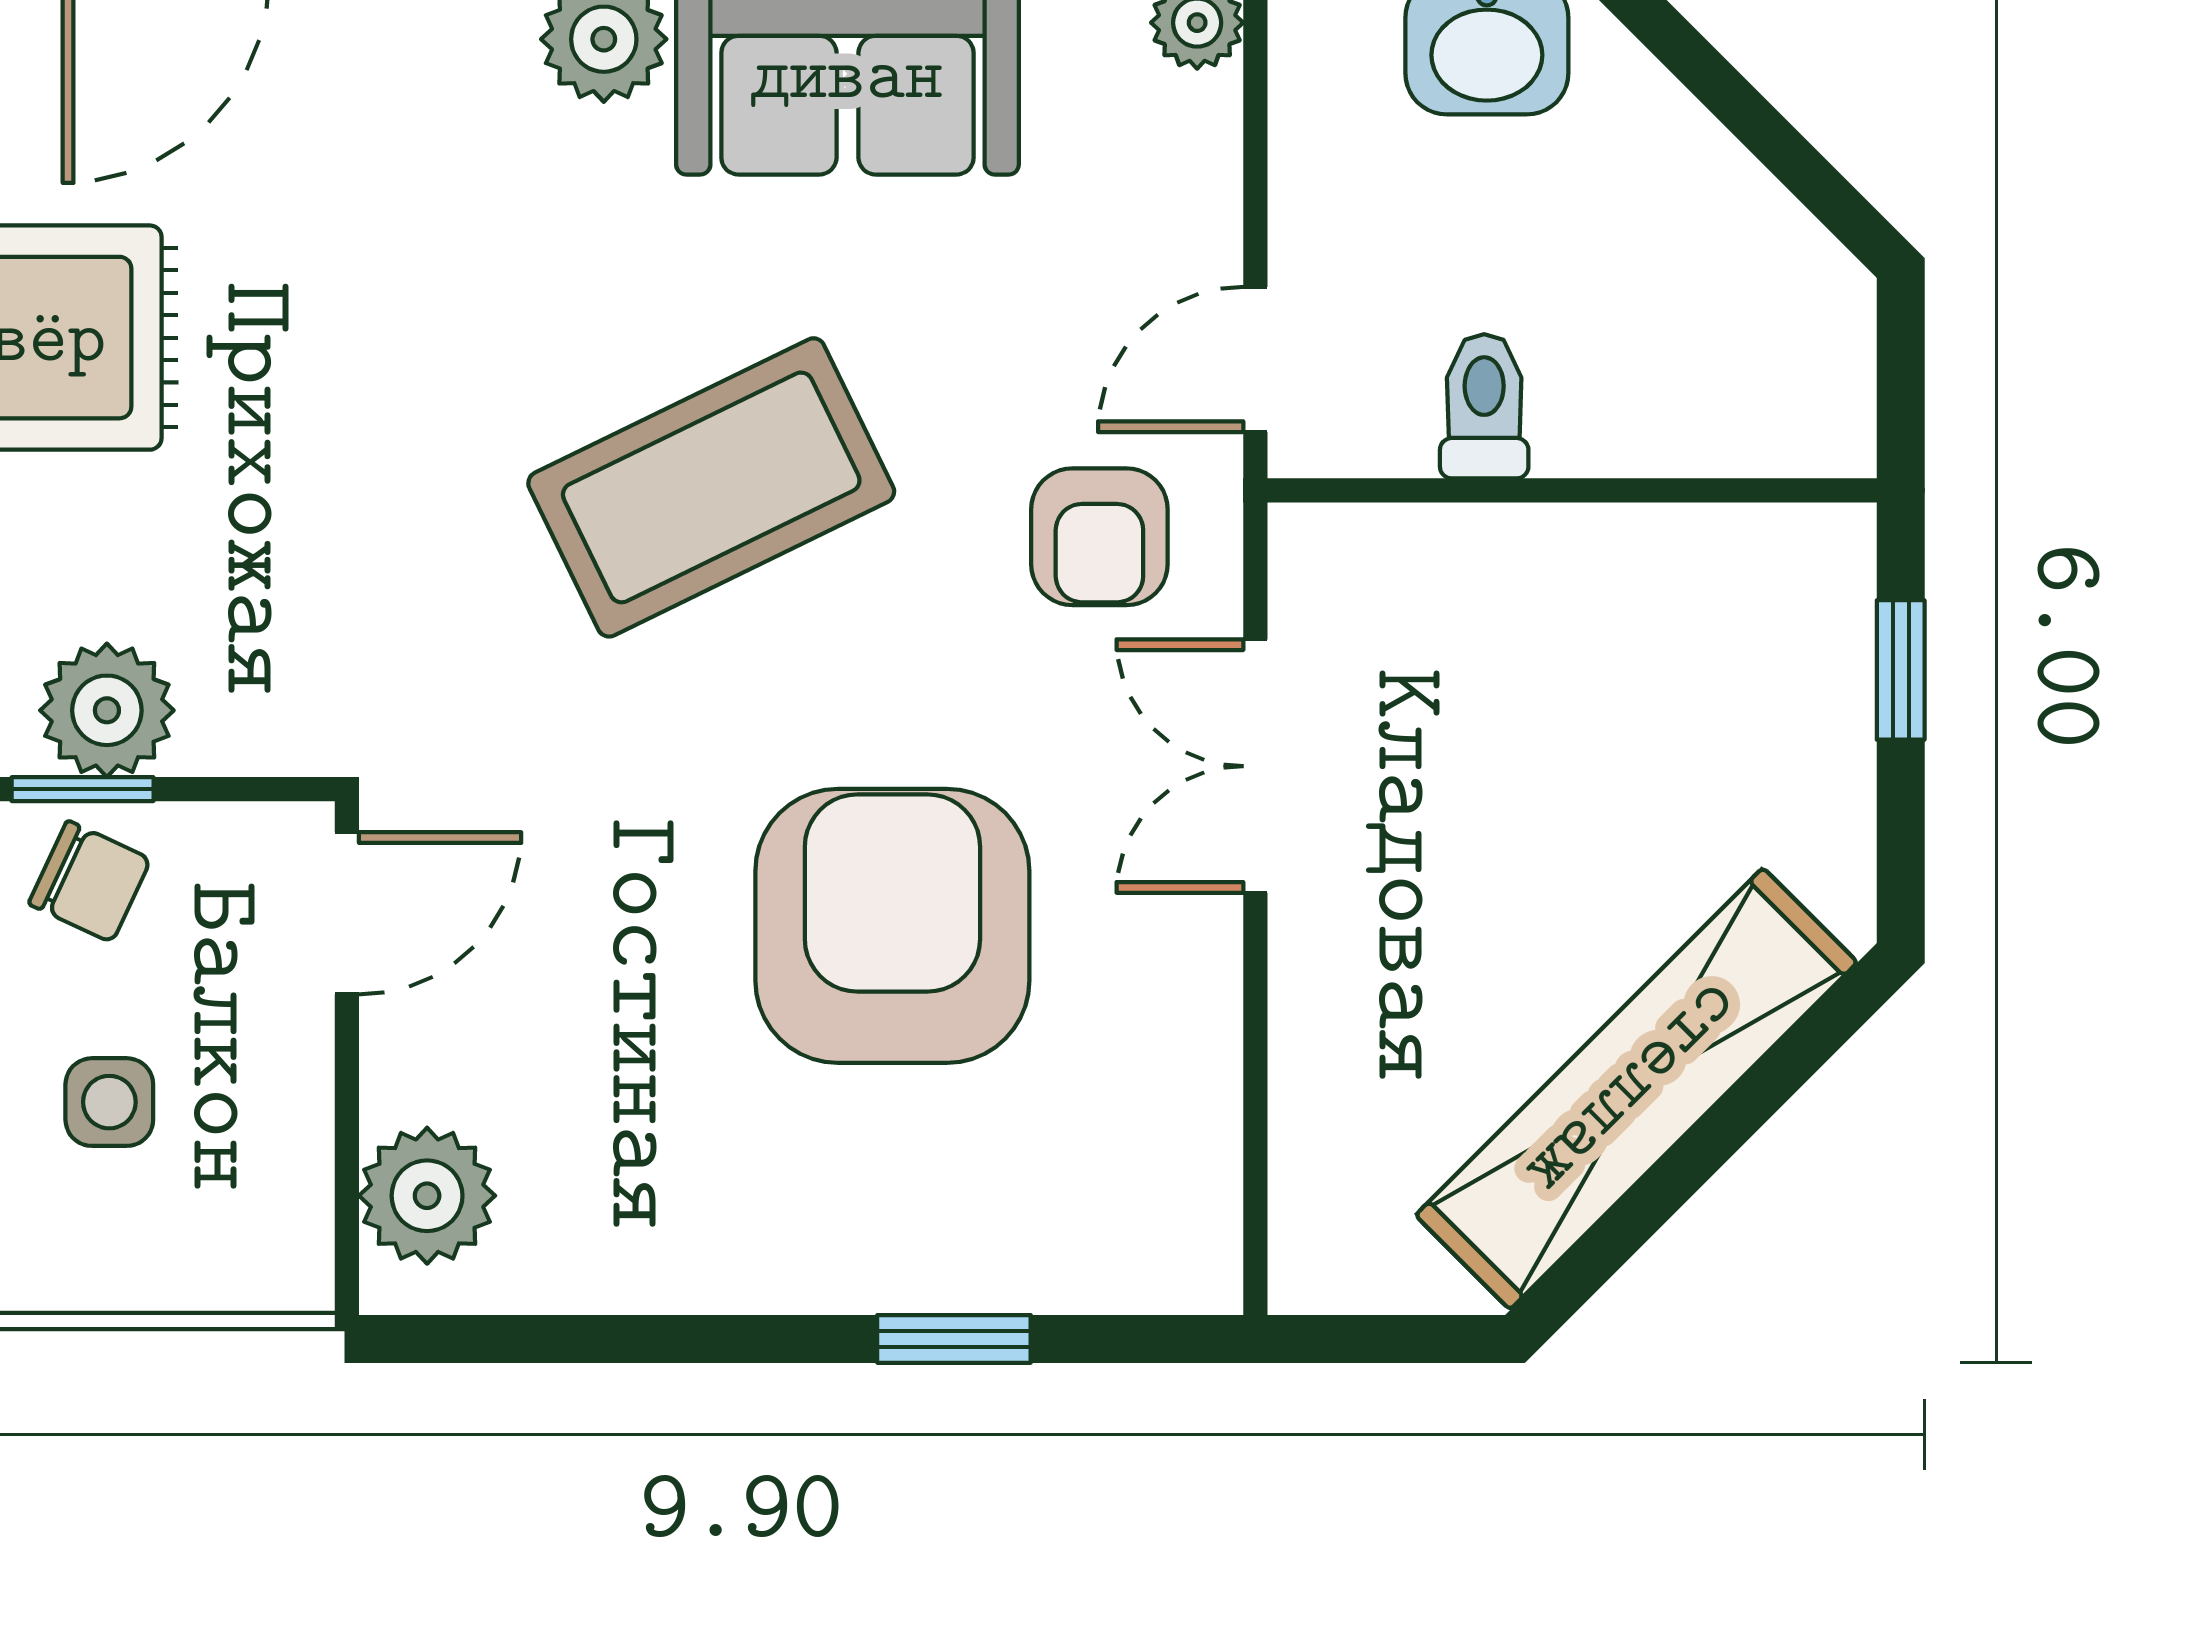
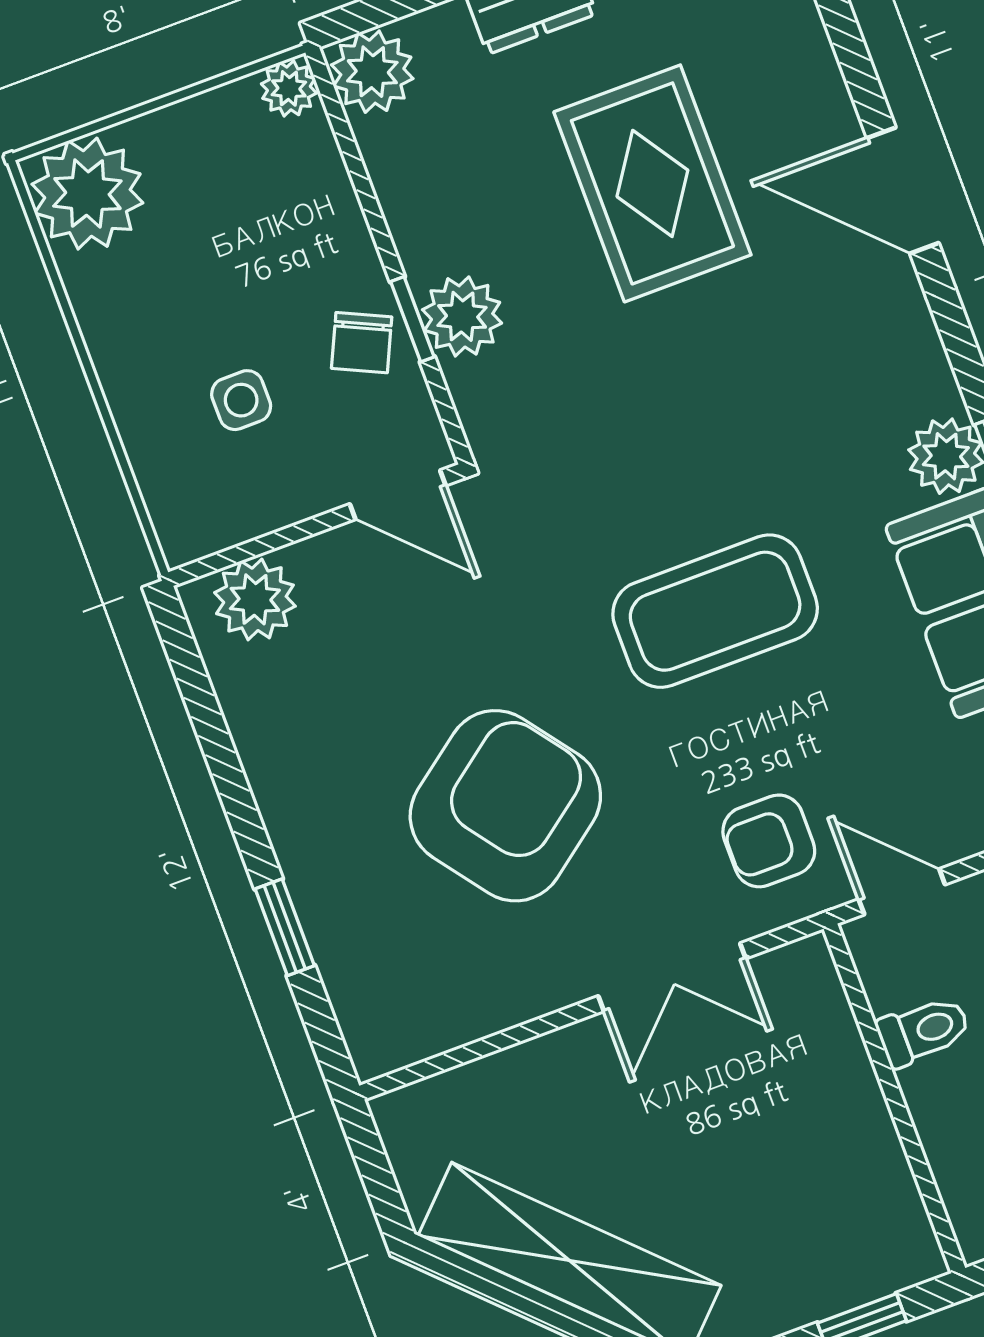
coffee table: (711, 487) -> (715, 611), turned -64
double door: (1255, 766) -> (672, 977), swing flipped
armchair: (892, 926) -> (505, 806), turned -37

